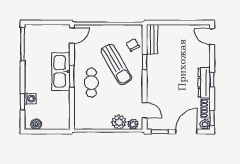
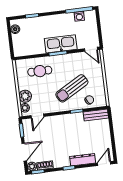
cafe table: (91, 83) -> (40, 71), moved
dresser: (204, 83) -> (83, 160), moved
washing machine: (30, 99) -> (79, 16), moved
door: (186, 132) -> (24, 152), hinge flipped

